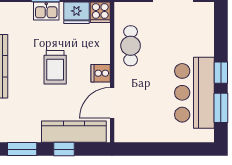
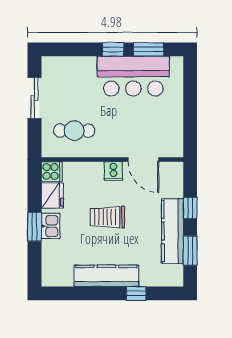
cafe table: (131, 46) -> (74, 131), moved
trolley: (55, 67) -> (107, 217), turned 180
kitchen counter: (74, 132) -> (173, 231), moved

